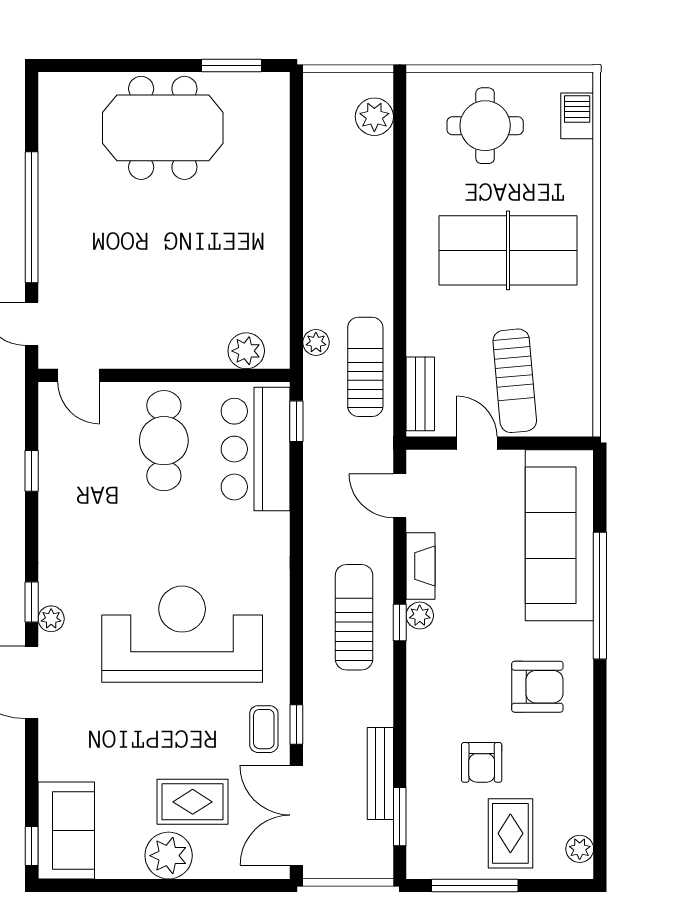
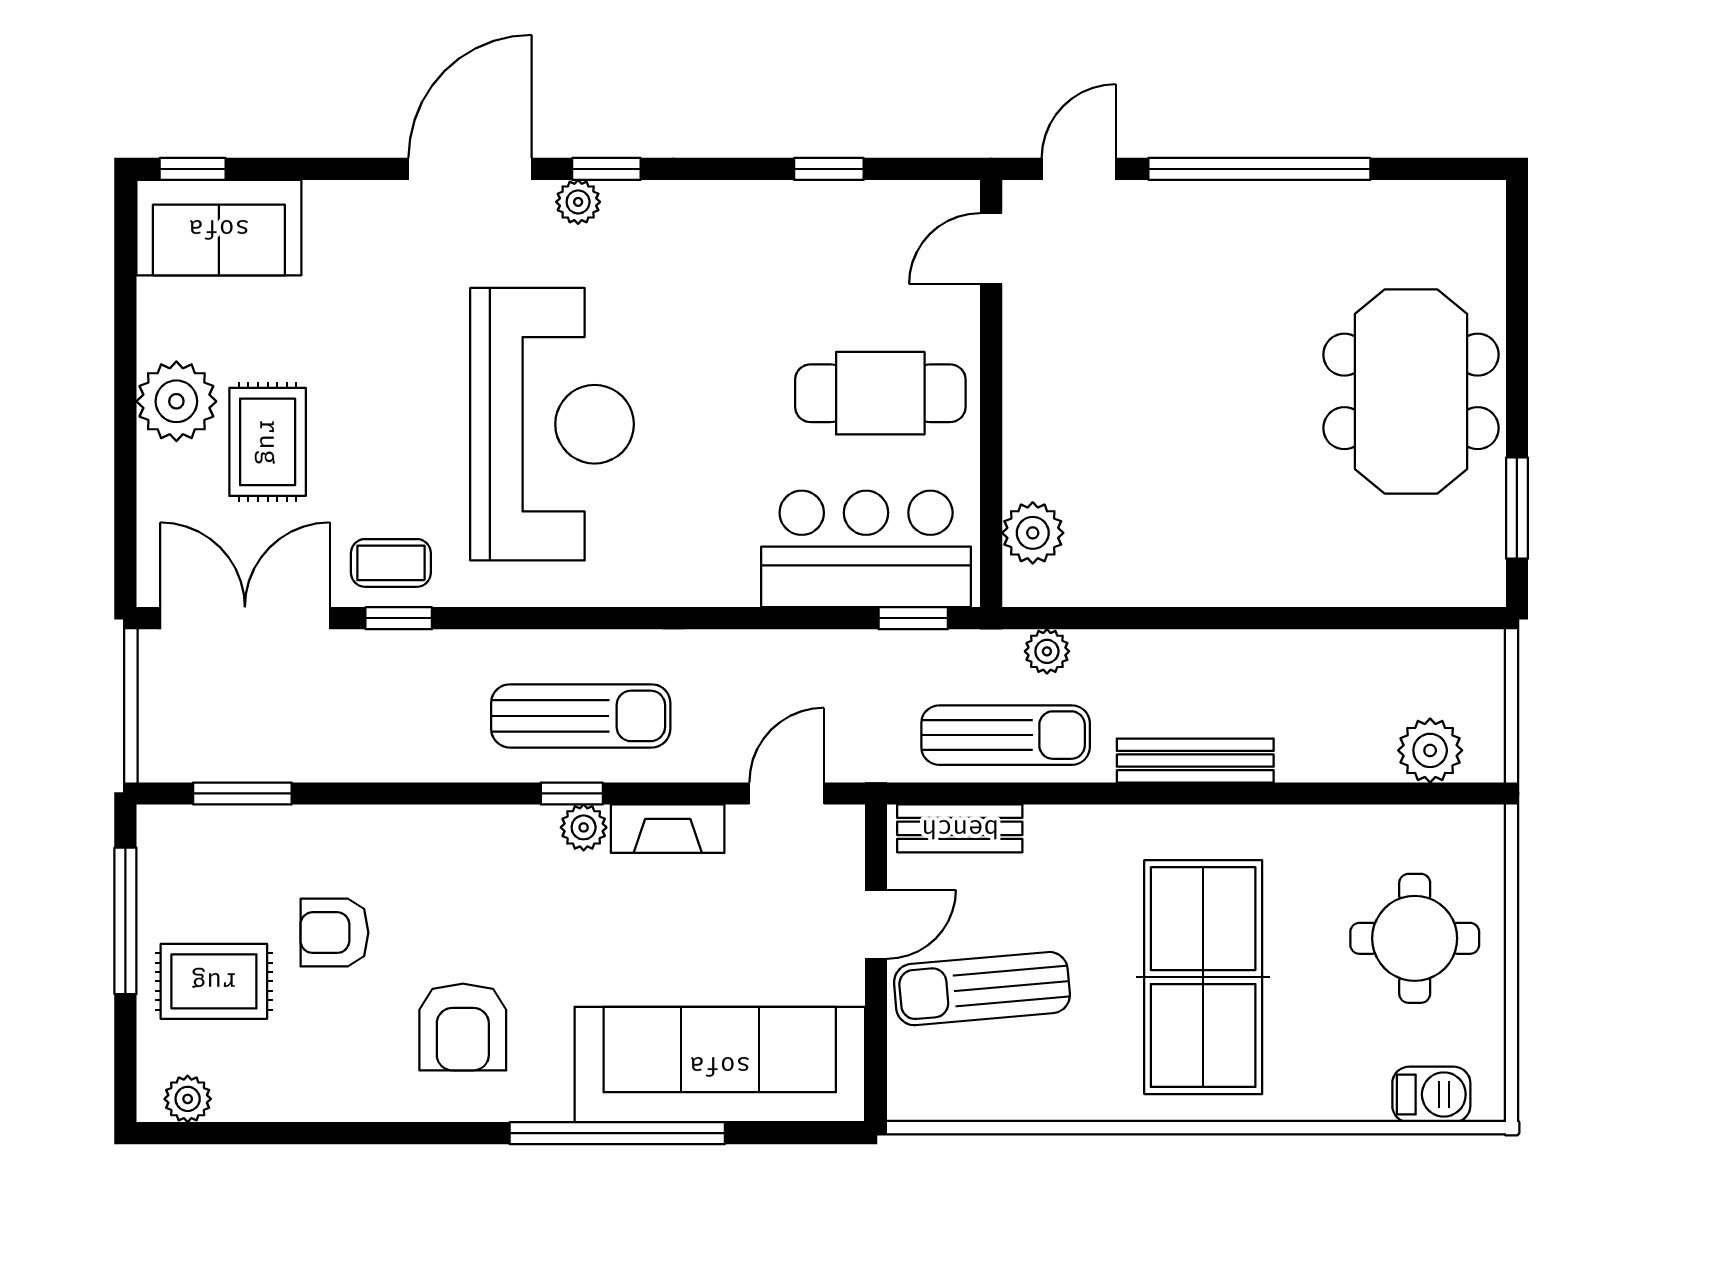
bench: (380, 774) -> (1195, 761), moved

